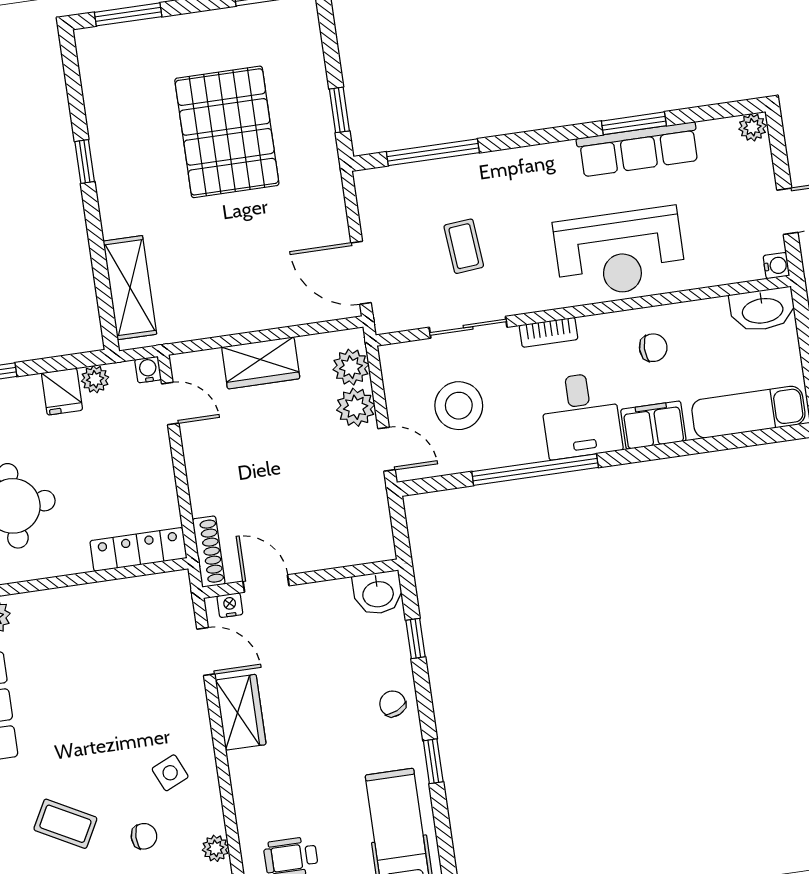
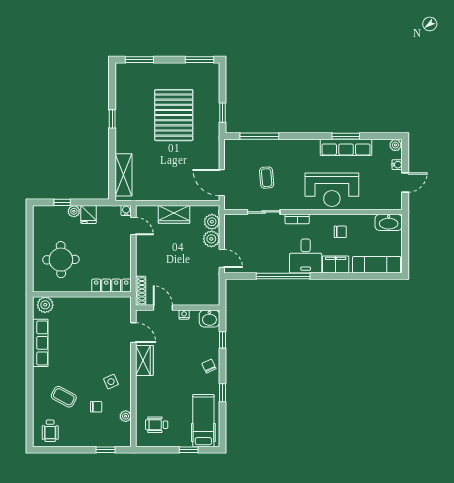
water cooler: (776, 266) -> (397, 165), moved
plant: (95, 379) -> (74, 211), moved
stool: (459, 406) -> (255, 244), removed
nightstand: (230, 605) -> (184, 315), moved

